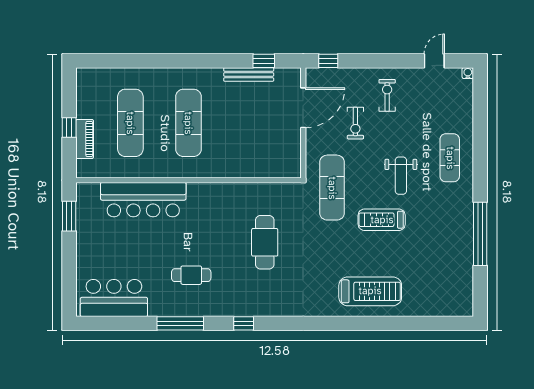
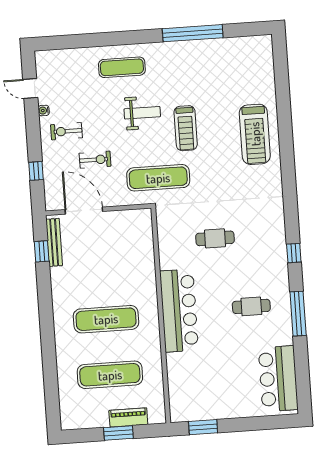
window: (328, 61) -> (36, 171), moved
water cooler: (468, 73) -> (44, 111), moved
bench: (249, 74) -> (54, 242), moved
window: (69, 128) -> (118, 433), width x1.50
bar counter: (143, 200) -> (179, 311), moved
cafe table: (265, 242) -> (215, 238), width x0.73, depth x0.74
cafe table: (191, 275) -> (251, 306), turned 90
treadmill: (370, 291) -> (255, 134), turned 180

